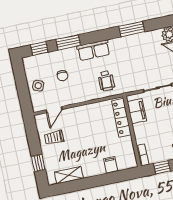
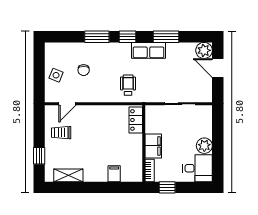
window: (39, 48) -> (128, 37), moved
row of seats: (93, 50) -> (148, 50), moved
wheelchair: (106, 81) -> (128, 85), turned 180
filing cabinet: (137, 111) -> (153, 146), moved
locker: (121, 118) -> (136, 120), width x0.66

